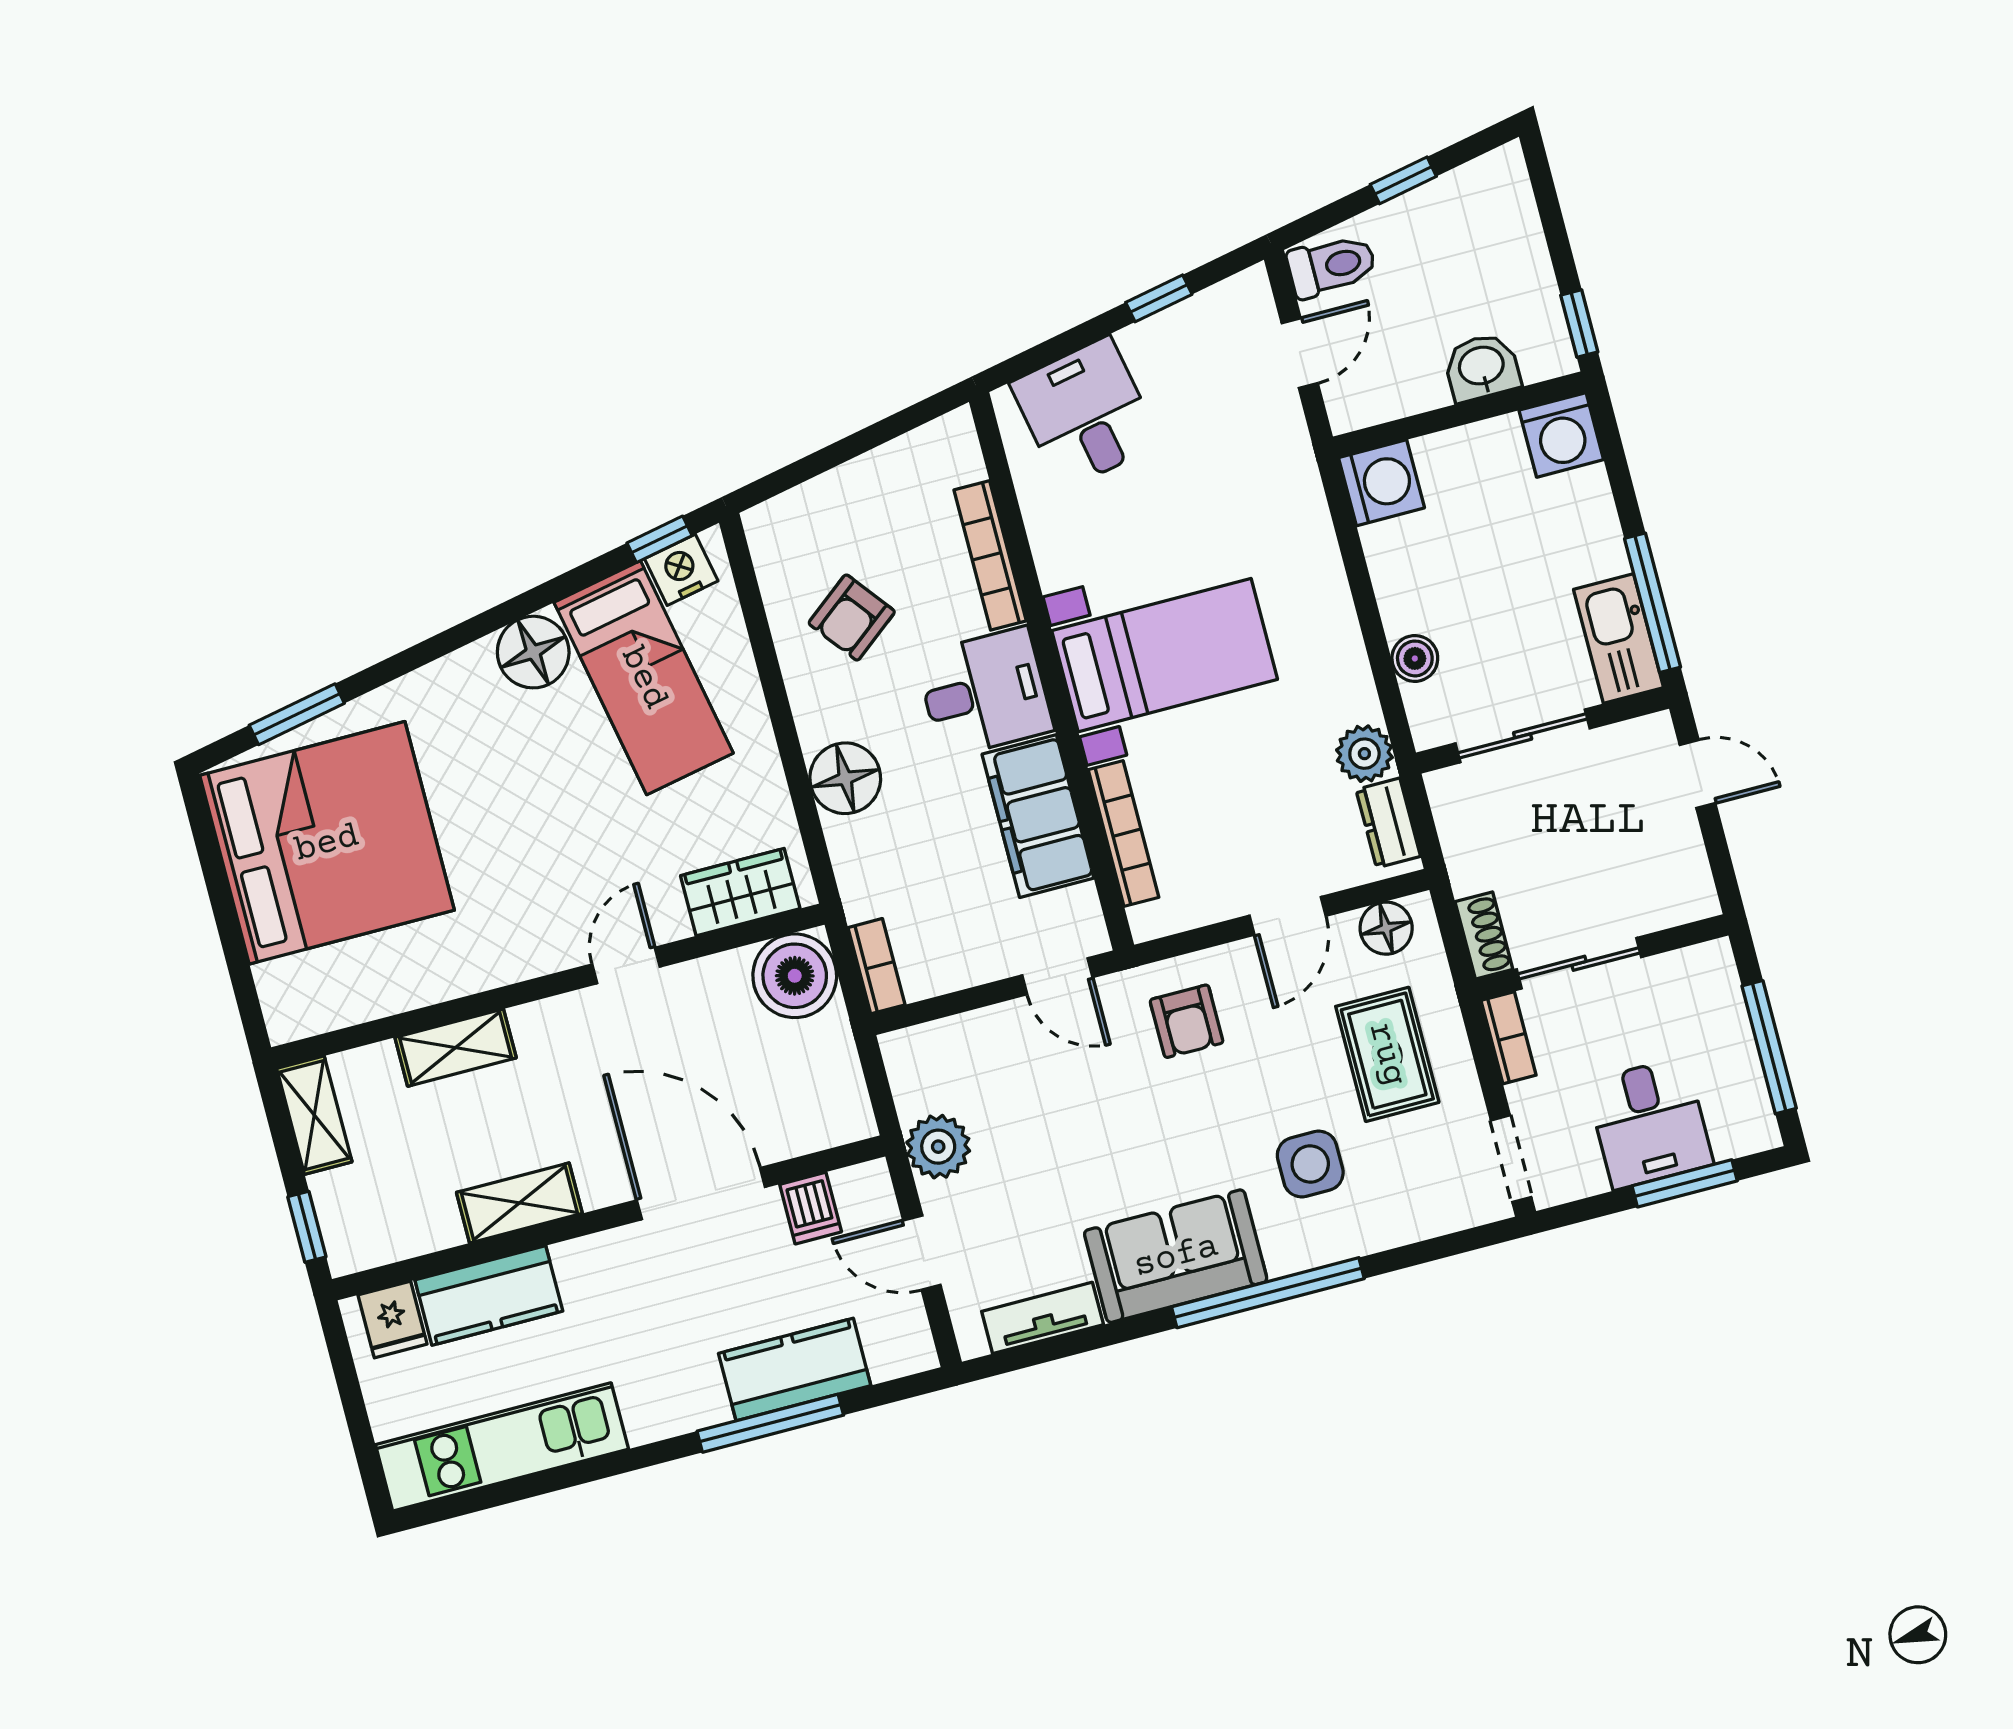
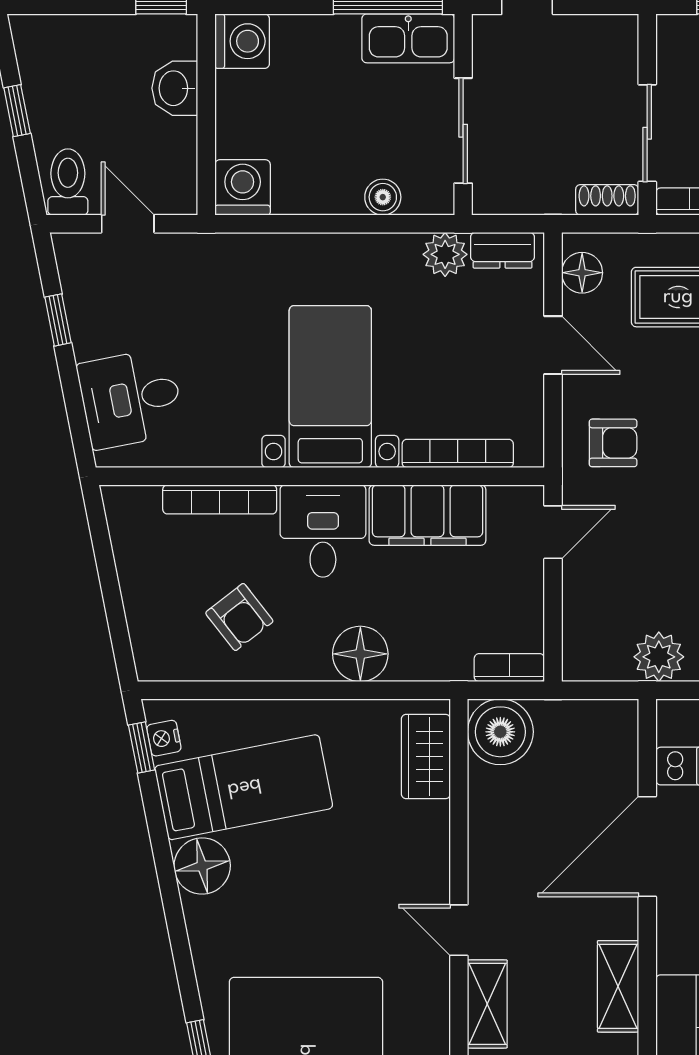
nightstand: (681, 570) -> (164, 738), width x0.72, depth x0.74
door: (626, 965) -> (459, 930), moved

